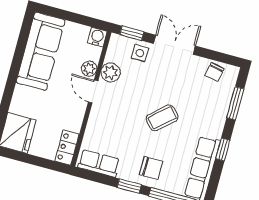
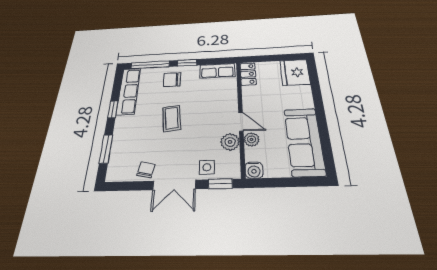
chair: (214, 72) -> (146, 170), moved
coffee table: (162, 118) -> (172, 118), turned -54

